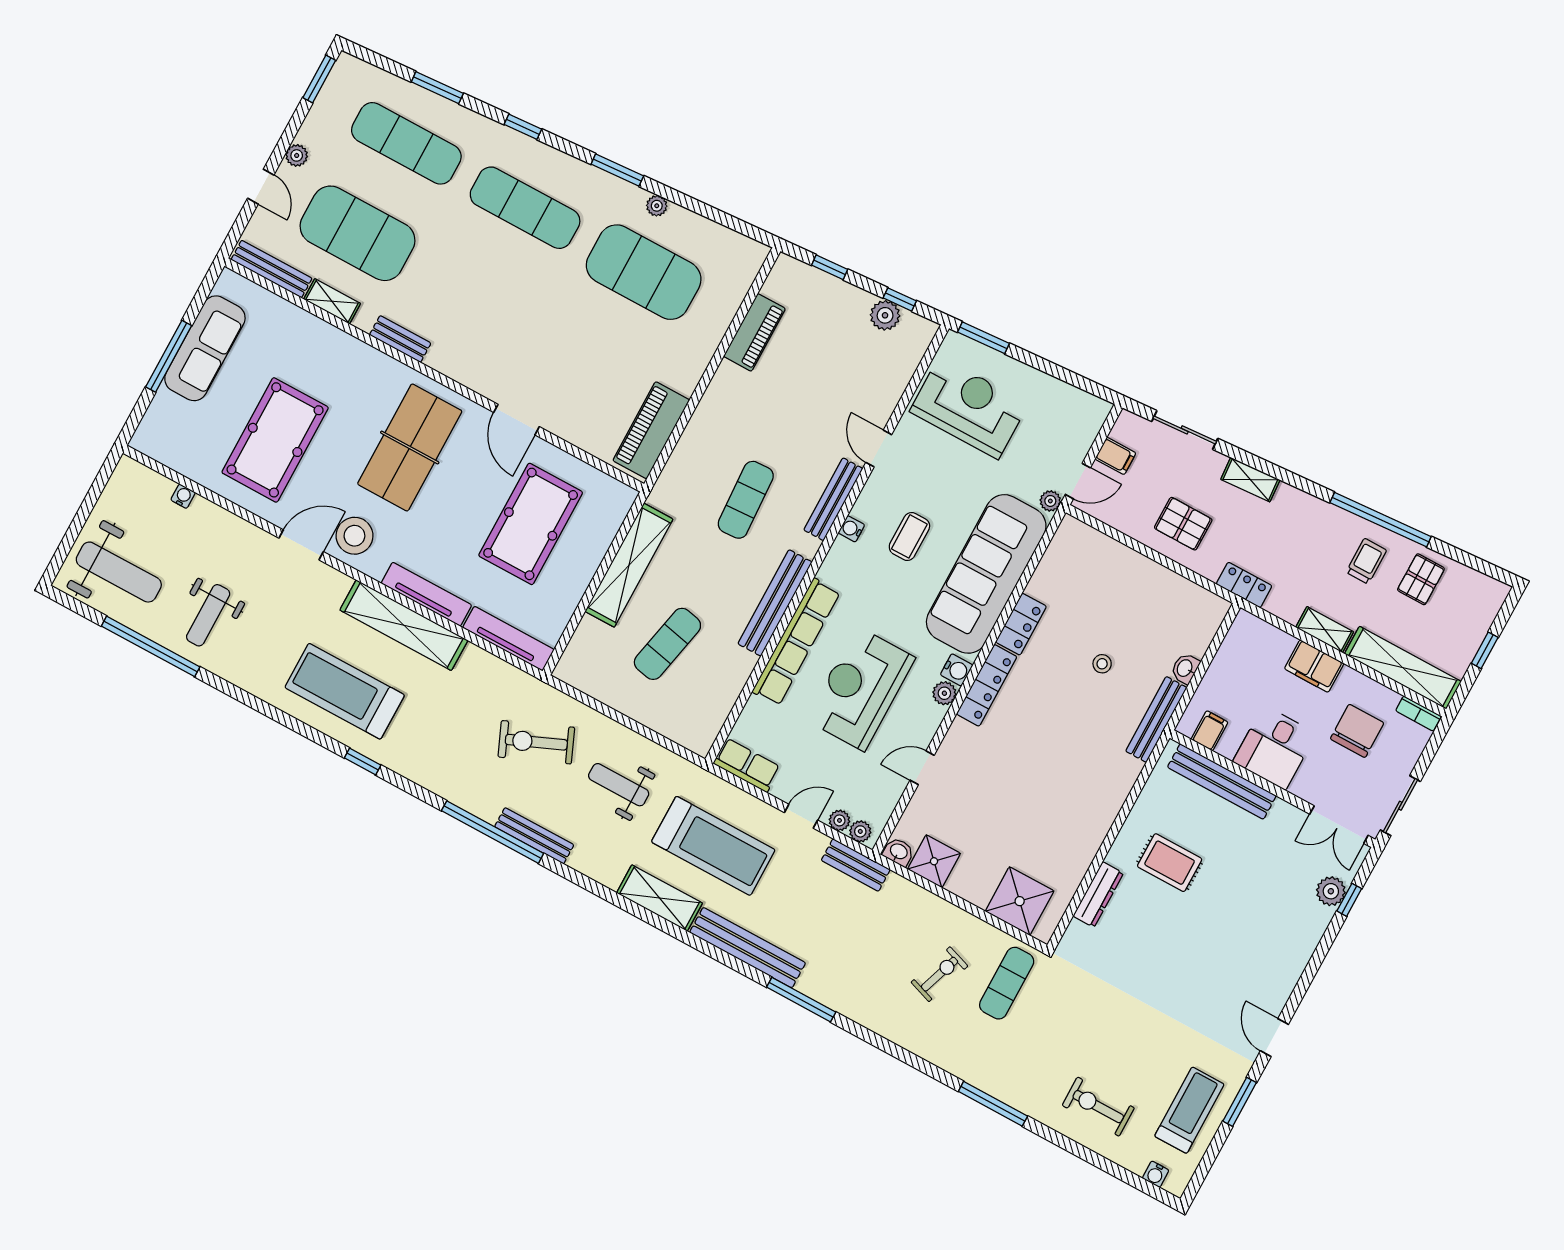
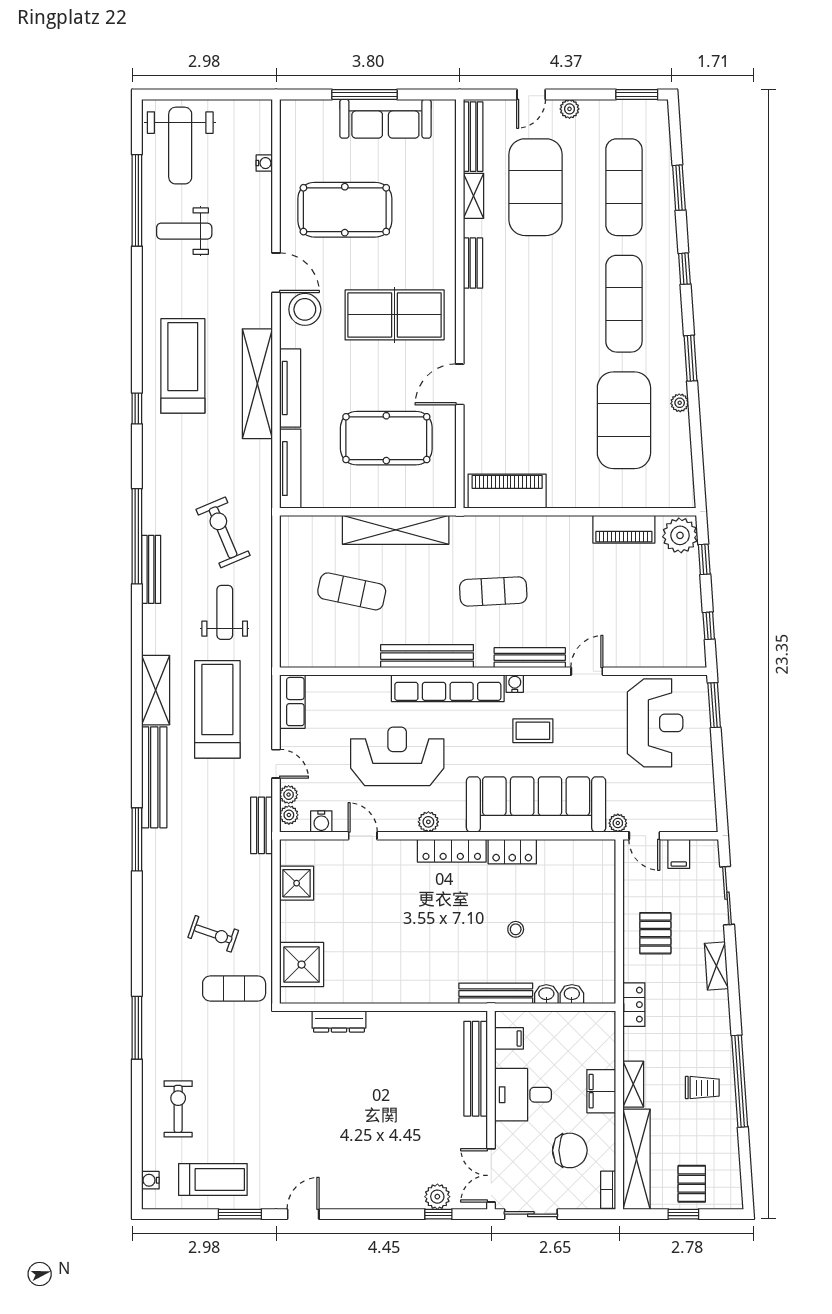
plant: (885, 315) -> (680, 535), moved, width x1.36, depth x1.36
pallet: (1421, 579) -> (692, 1184), moved, turned 90
row of seats: (796, 642) -> (448, 688), moved
water cooler: (957, 670) -> (321, 821), moved
treadmill: (713, 846) -> (217, 709), turned 180
washbasin: (899, 852) -> (572, 994), moved, turned -90
rug: (1170, 863) -> (393, 1062), removed

